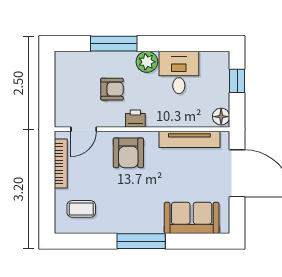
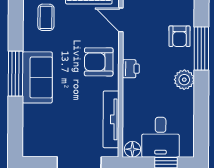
desk: (179, 72) -> (161, 137), moved, turned 90
armchair: (112, 89) -> (180, 36), moved
sofa: (192, 218) -> (37, 77), moved

